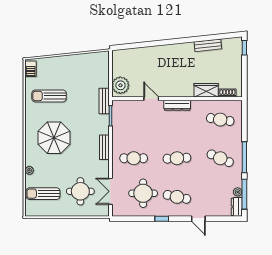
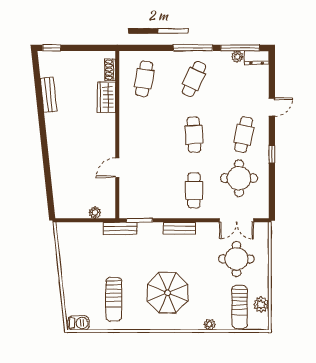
plant: (120, 85) -> (95, 213), width x0.53, depth x0.53
dresser: (177, 105) -> (126, 134), removed
plant: (45, 210) -> (261, 305), added

